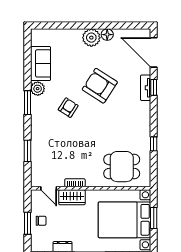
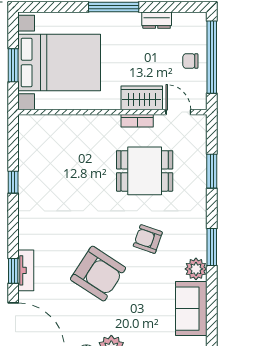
armchair: (68, 108) -> (148, 239), turned 76
dining table: (122, 167) -> (145, 171), moved
window: (27, 223) -> (212, 57), width x2.11

